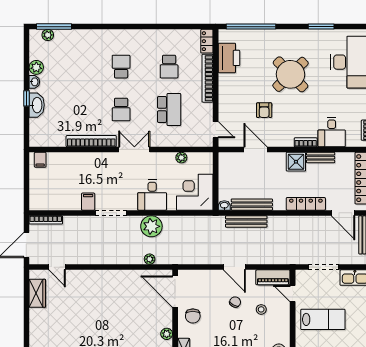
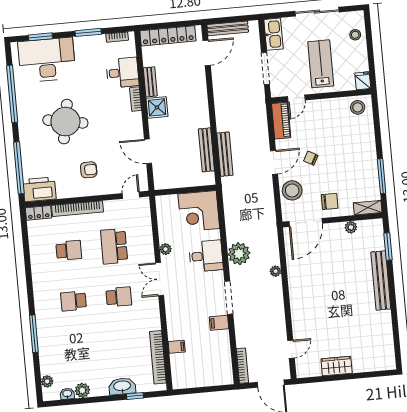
window: (54, 27) -> (34, 334), moved
window: (321, 27) -> (12, 94), width x2.11
printer: (229, 58) -> (39, 189), moved
round table: (291, 74) -> (65, 122), turned -36
washbasin: (34, 82) -> (67, 394), moved
window: (26, 98) -> (135, 396), moved
school desk: (169, 109) -> (114, 246), turned -90
armchair: (264, 110) -> (89, 170), moved
bookcase: (91, 141) -> (158, 357), moved
door: (256, 149) -> (148, 151), hinge flipped
plant: (181, 158) -> (166, 249), moved
filing cabinet: (40, 160) -> (177, 347), moved
locker: (306, 204) -> (201, 93), removed
washbasin: (224, 205) -> (210, 179), removed
plant: (150, 259) -> (275, 271), moved
wardrobe: (37, 293) -> (337, 366), moved
stool: (261, 309) -> (292, 190), moved, width x1.89, depth x1.89

